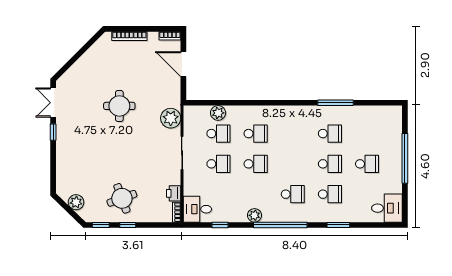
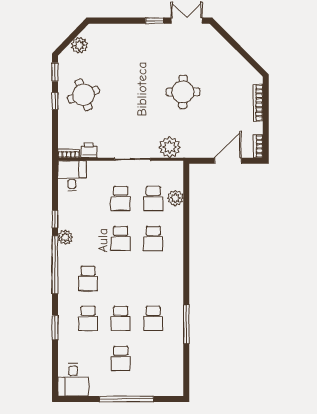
window: (220, 225) -> (55, 219), moved

